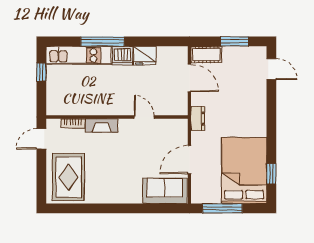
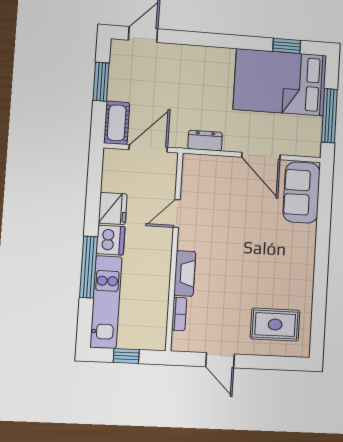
wall: (117, 117) -> (174, 251), moved
door: (144, 117) -> (177, 213), moved
bookcase: (73, 123) -> (179, 314), moved
fireplace: (102, 125) -> (185, 273), moved
rug: (69, 177) -> (275, 325), width x0.73, depth x0.70

